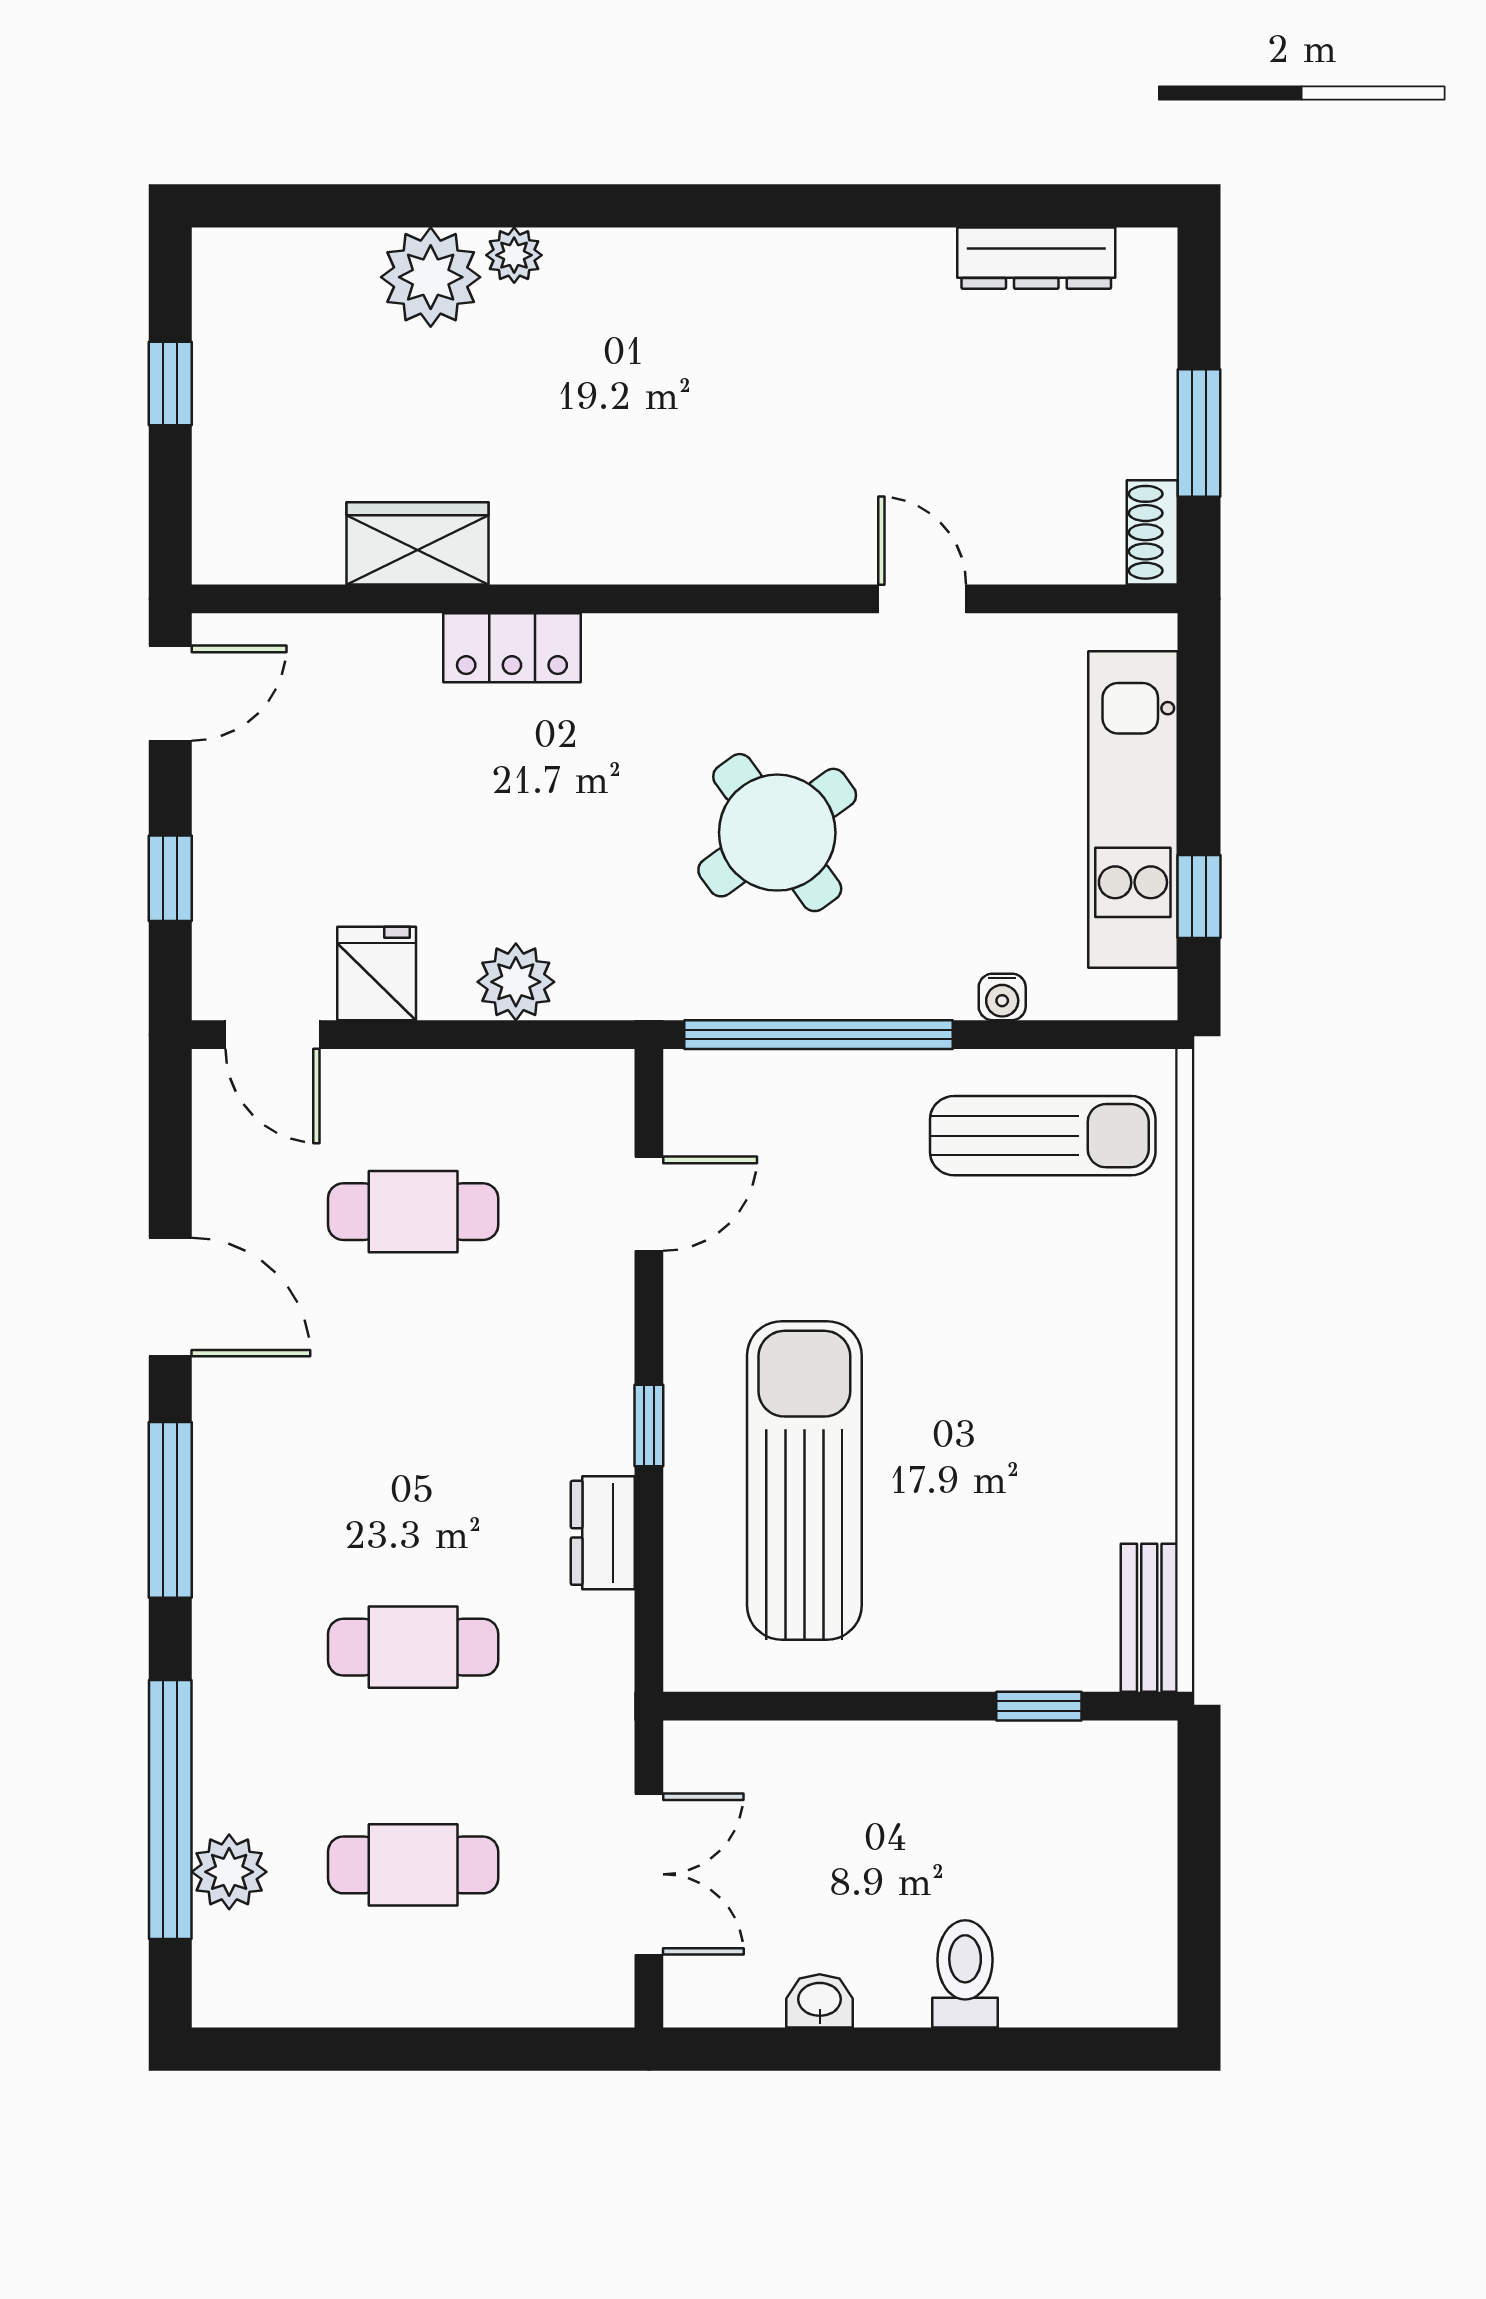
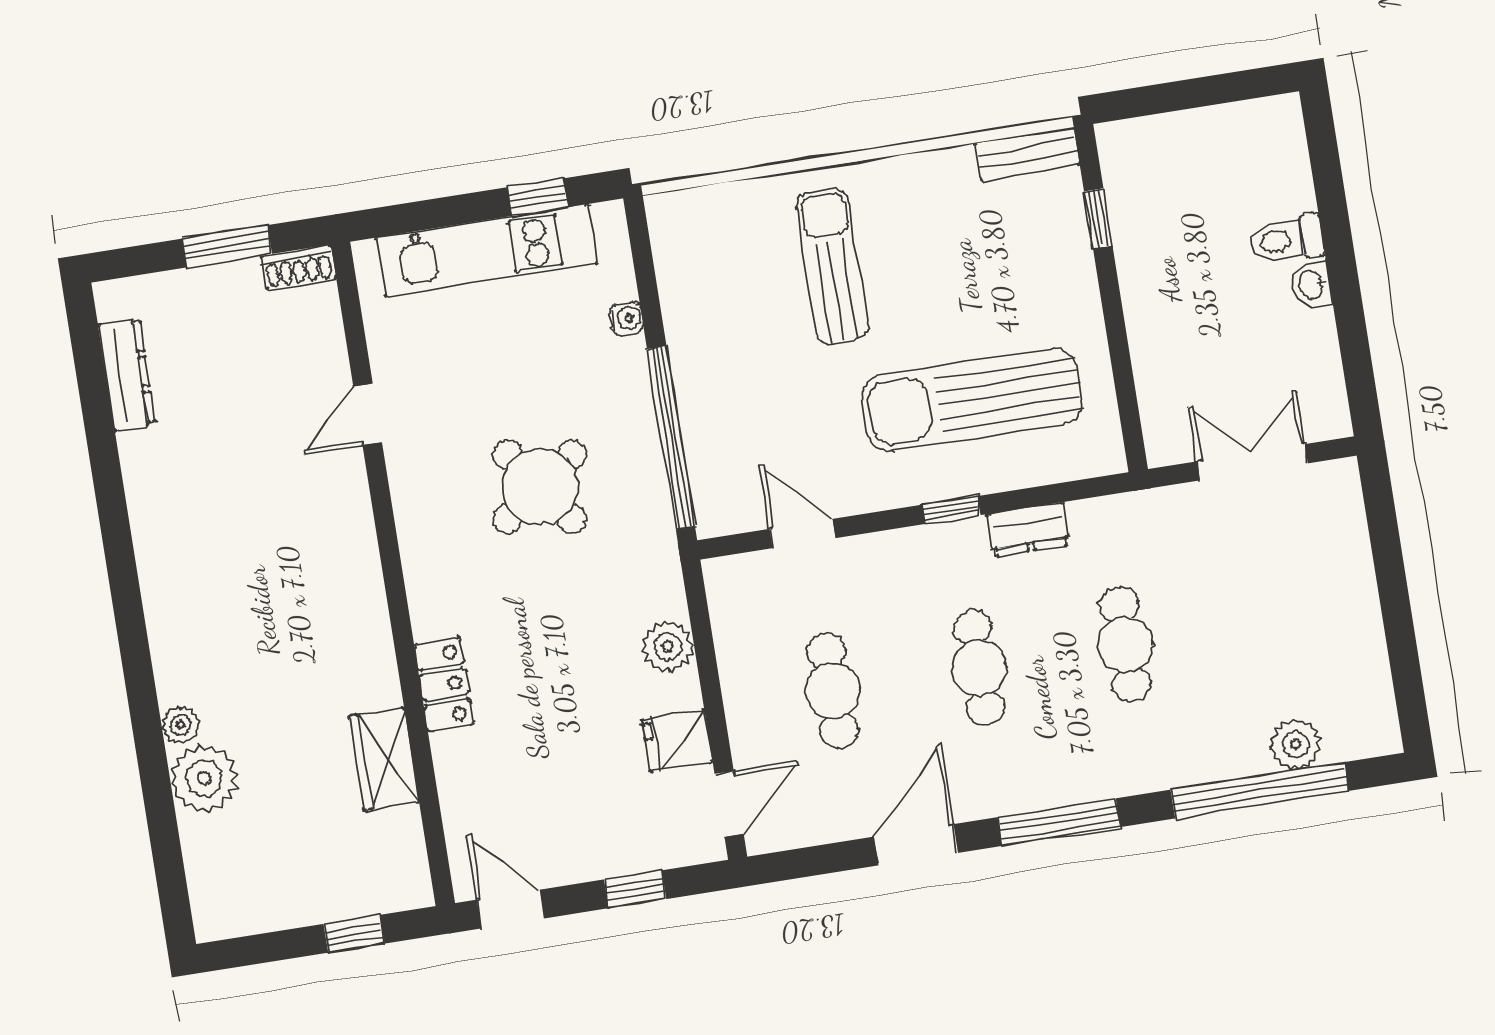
window: (170, 383) -> (354, 934), moved
sun lounger: (1043, 1136) -> (832, 266), moved
cafe table: (413, 1865) -> (979, 668), moved
washbasin: (820, 2001) -> (1311, 285), moved

